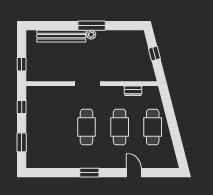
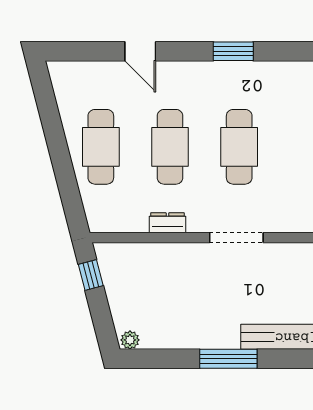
plant: (91, 35) -> (130, 340), moved
window: (154, 53) -> (91, 275), moved
dresser: (133, 91) -> (167, 223), moved

